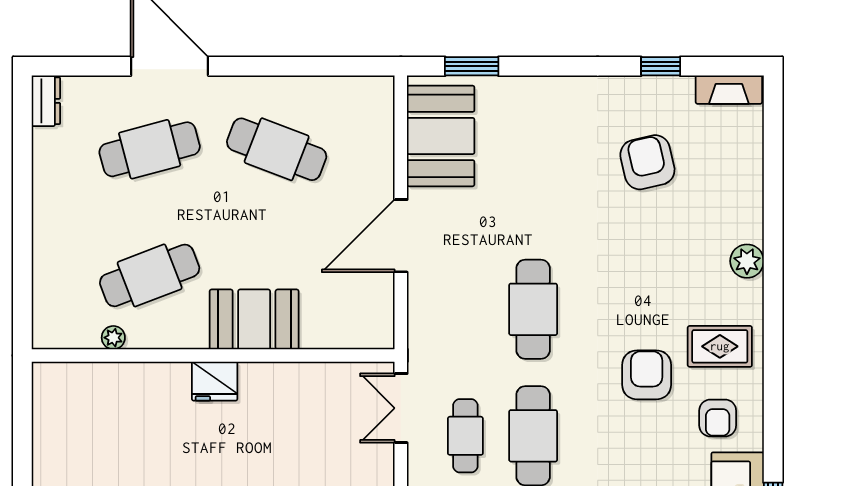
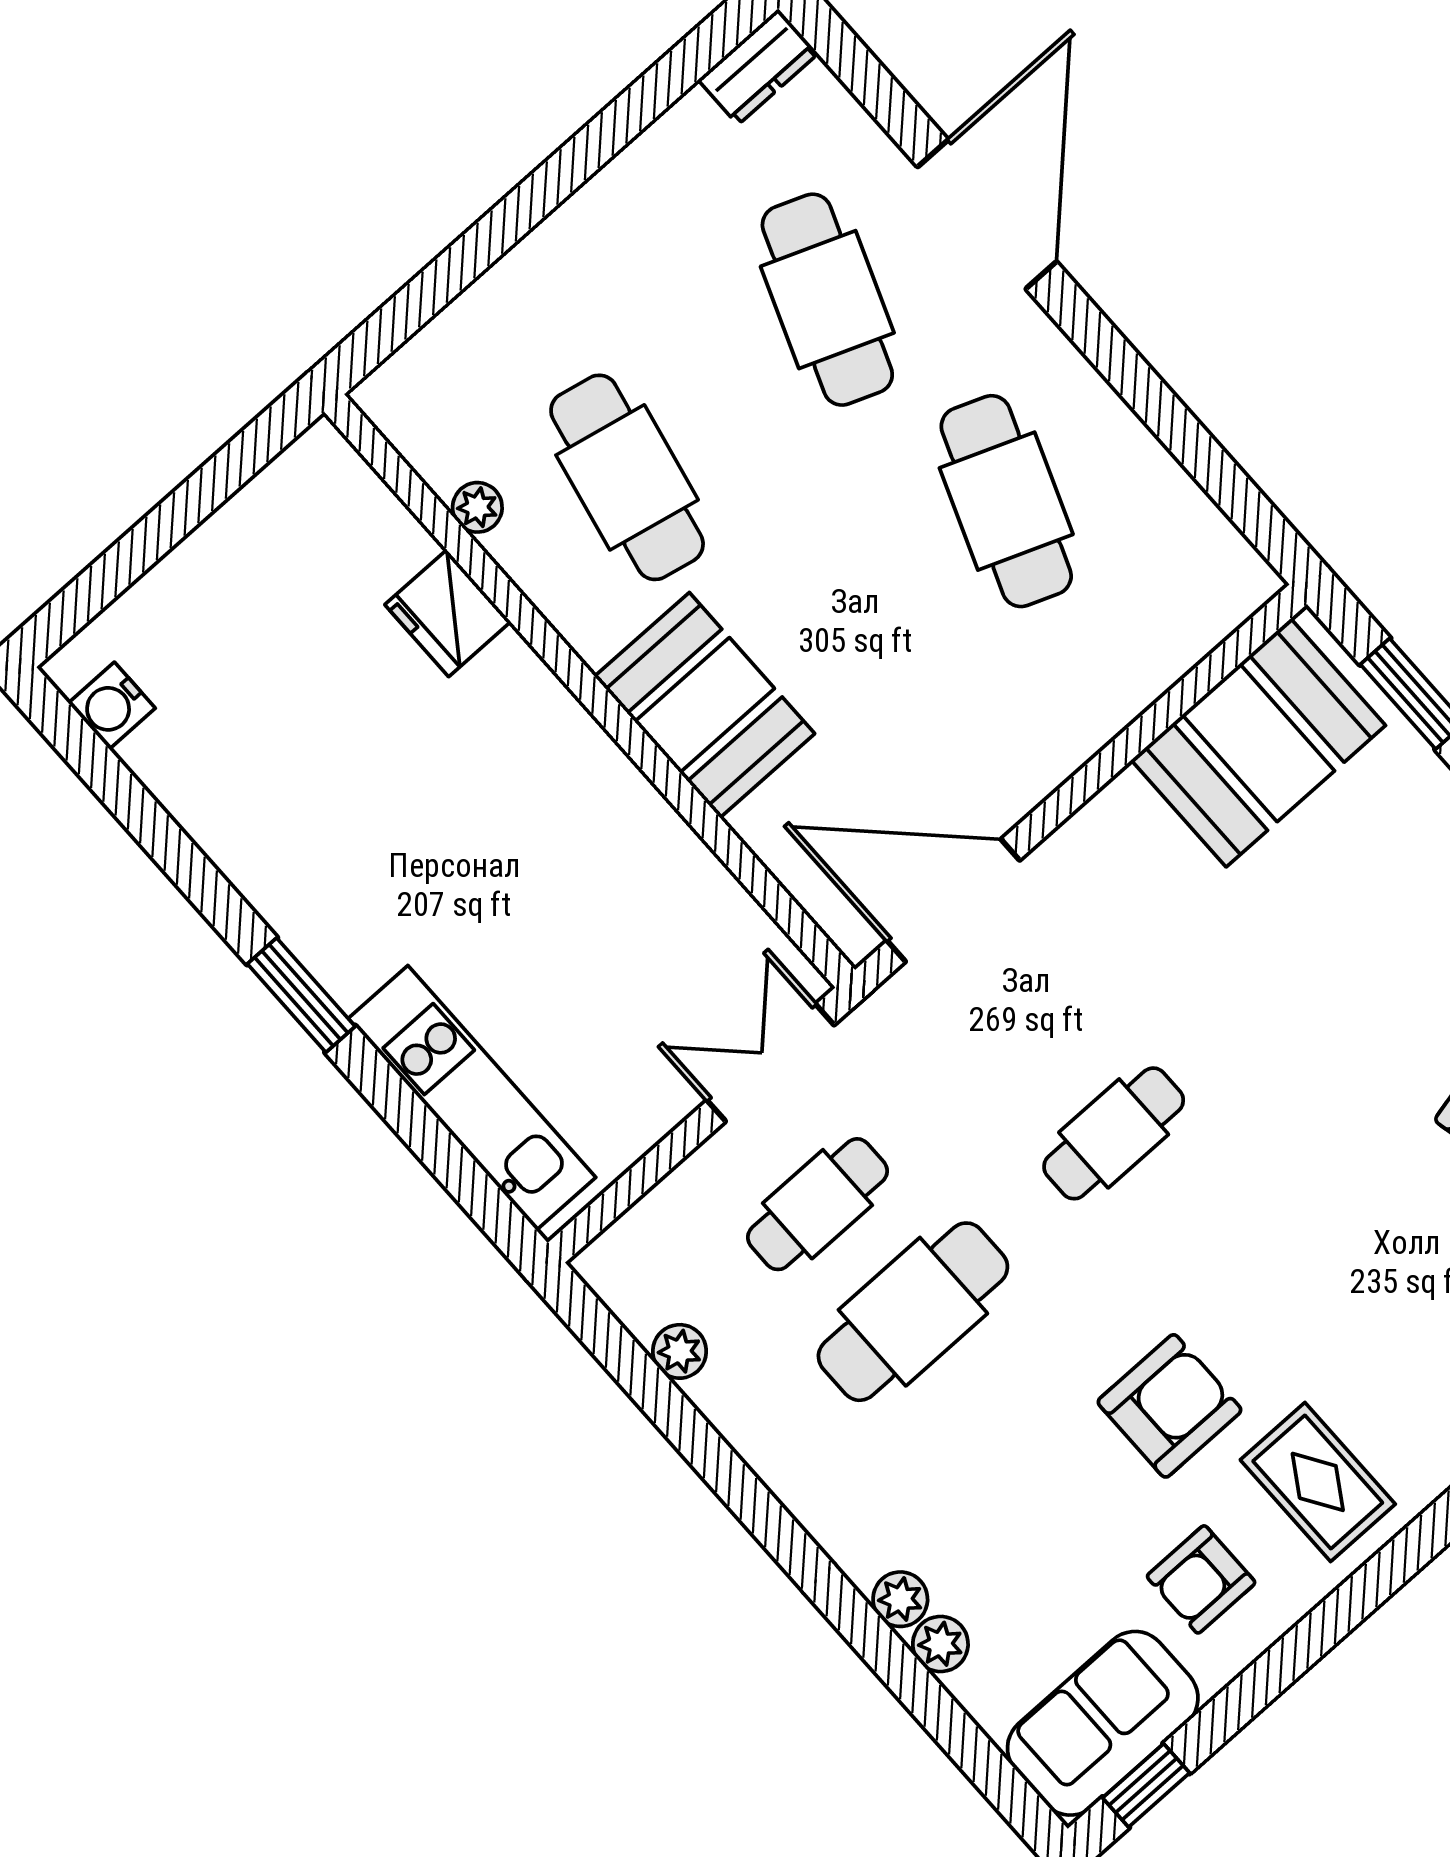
cafe table: (150, 149) -> (827, 300), turned 36
door: (401, 236) -> (953, 900), moved
cafe table: (150, 275) -> (627, 477), turned 33
cafe table: (533, 309) -> (1114, 1133), width x0.73, depth x0.74
fridge: (215, 381) -> (448, 613), moved

